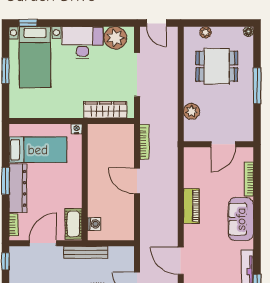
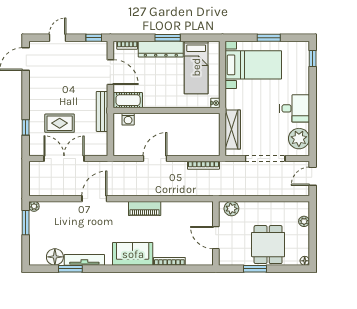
desk: (82, 43) -> (295, 108), width x0.73
bed with nightstands: (35, 57) -> (253, 65), moved, turned 180
dining table: (217, 66) -> (268, 245), moved
window: (257, 86) -> (255, 269), width x0.69
wall: (219, 144) -> (216, 233), moved
door: (223, 144) -> (216, 238), moved
door: (137, 181) -> (155, 159), moved

